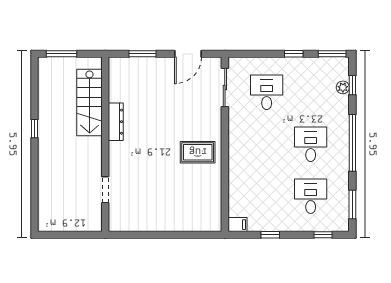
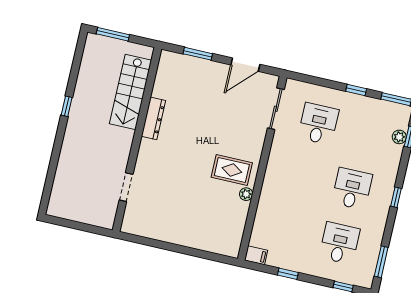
window: (352, 143) -> (396, 197), width x0.32
plant: (216, 171) -> (246, 194), added

